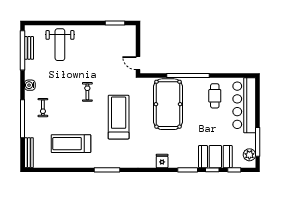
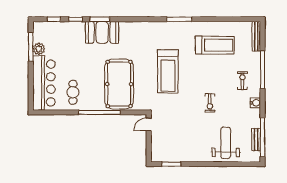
door: (138, 63) -> (149, 124), swing flipped
exercise bike: (87, 92) -> (210, 103), moved
plant: (249, 155) -> (39, 49), moved
booth: (215, 157) -> (102, 32), moved
fridge: (162, 161) -> (125, 28), removed

